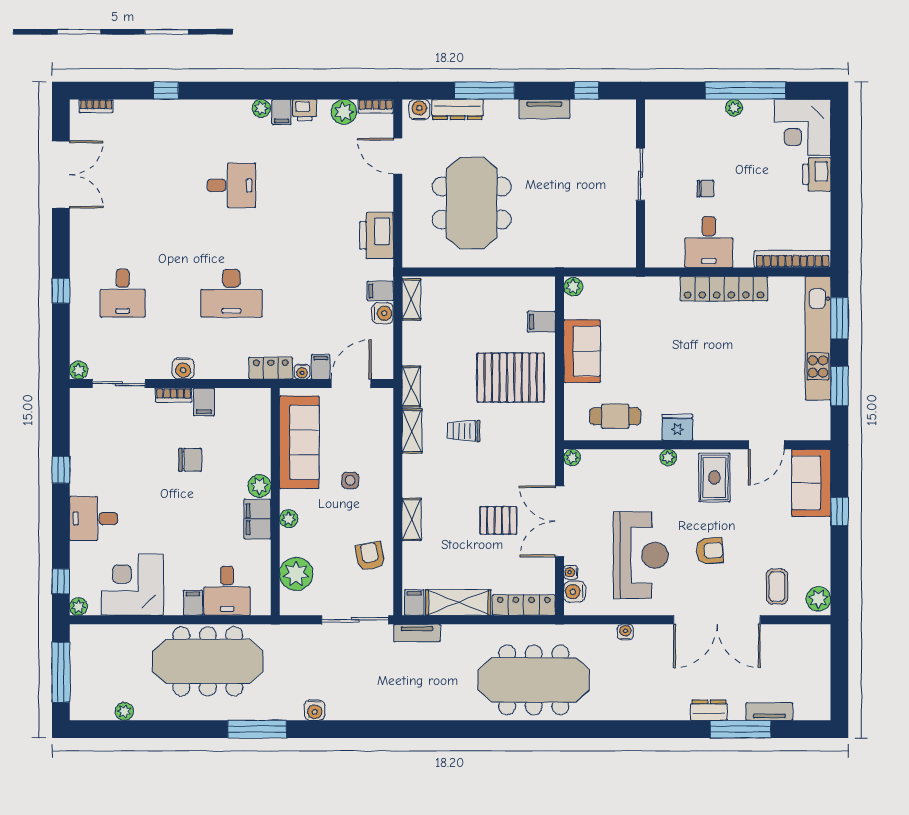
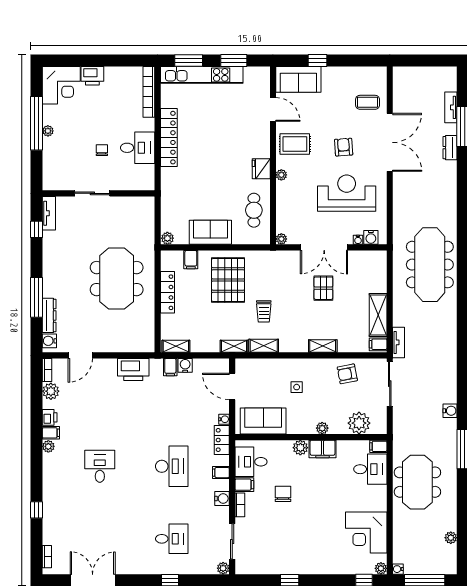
tv unit: (544, 109) -> (49, 213), moved
meeting table: (472, 203) -> (117, 279), moved, turned 90
filing cabinet: (321, 367) -> (221, 473), moved
sofa: (299, 442) -> (263, 421), width x0.73
desk: (93, 518) -> (251, 462), moved, turned 90
plant: (818, 599) -> (376, 75), removed
filing cabinet: (193, 603) -> (378, 446), moved
locker: (524, 605) -> (168, 292), moved, turned 180
water cooler: (625, 632) -> (398, 569), moved
meeting table: (208, 661) -> (417, 482), width x0.73

